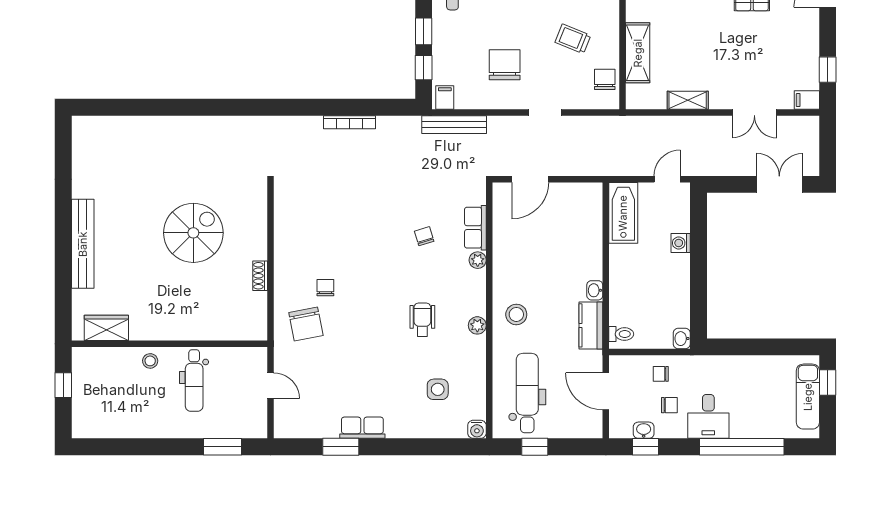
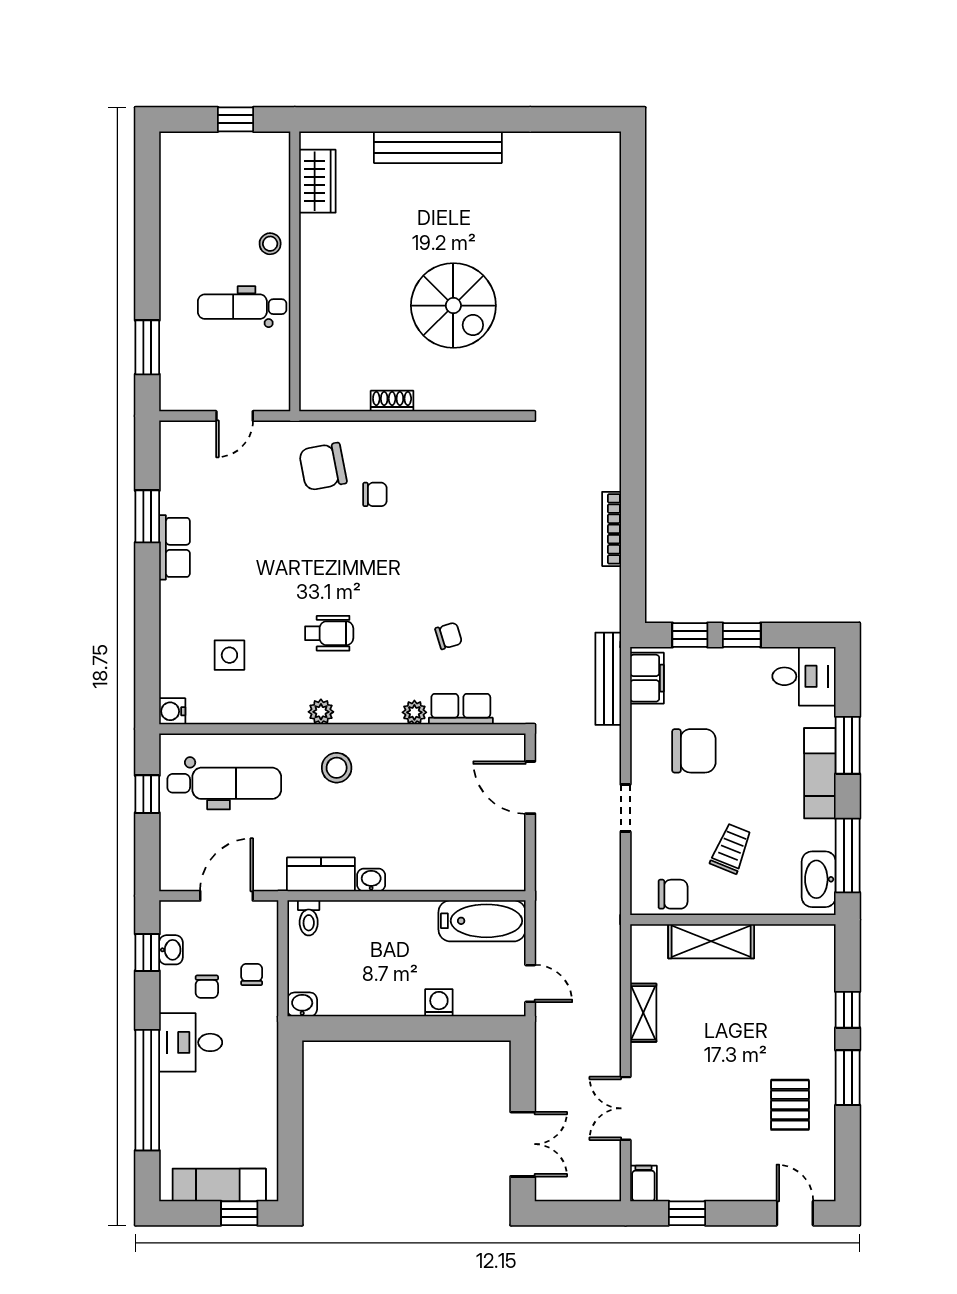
filing cabinet: (445, 98) -> (647, 678), width x2.00

